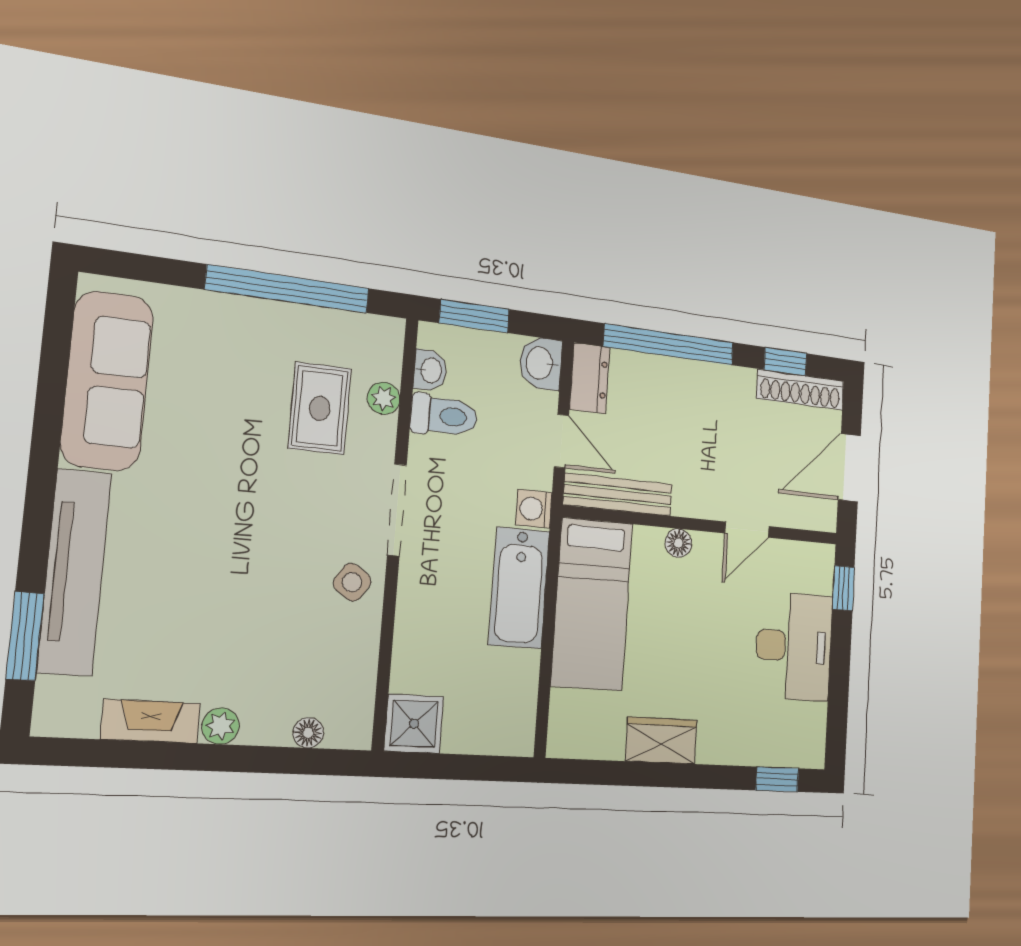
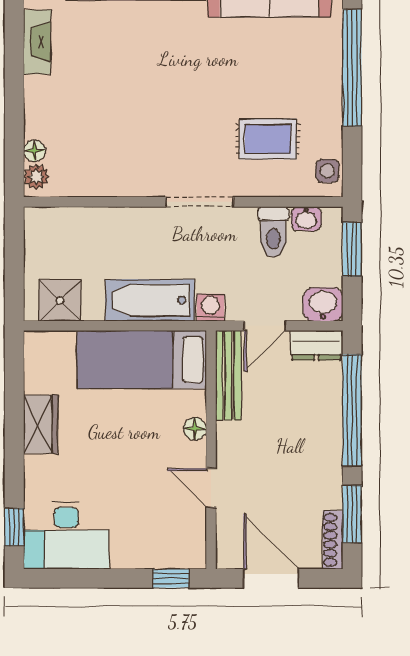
window: (288, 289) -> (352, 68), moved
window: (785, 361) -> (352, 514), width x1.50
shoe rack: (800, 390) -> (333, 540), width x0.74, depth x0.81
plant: (384, 398) -> (281, 185), removed
side table: (352, 582) -> (327, 171), moved, turned -34
desk: (794, 646) -> (66, 536), moved
shower: (414, 724) -> (60, 300), moved
plant: (221, 726) -> (36, 177), moved

